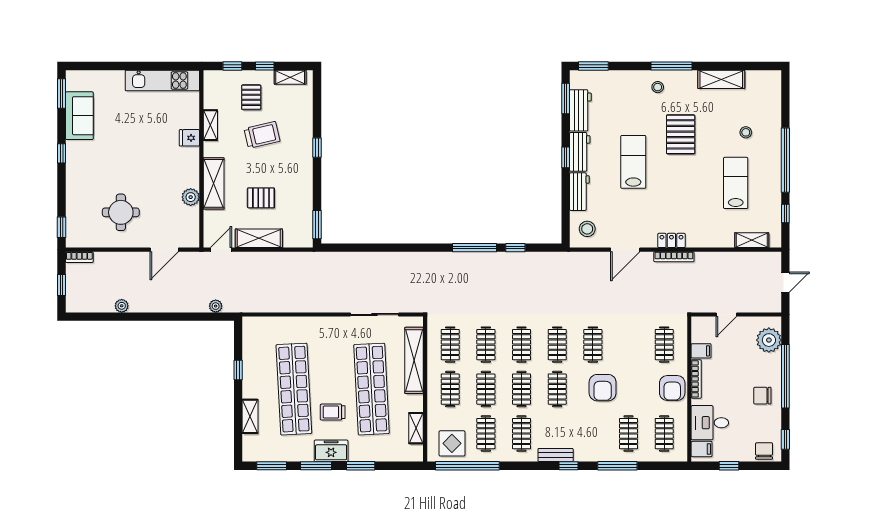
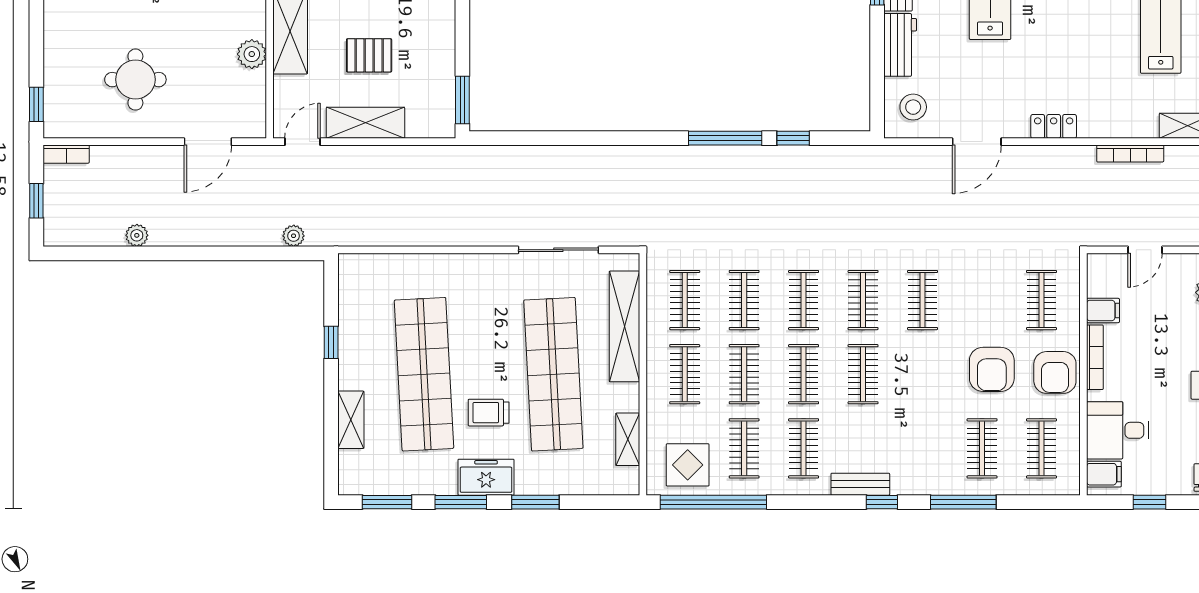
bookcase: (674, 257) -> (1130, 154), moved
armchair: (603, 388) -> (992, 369), moved

